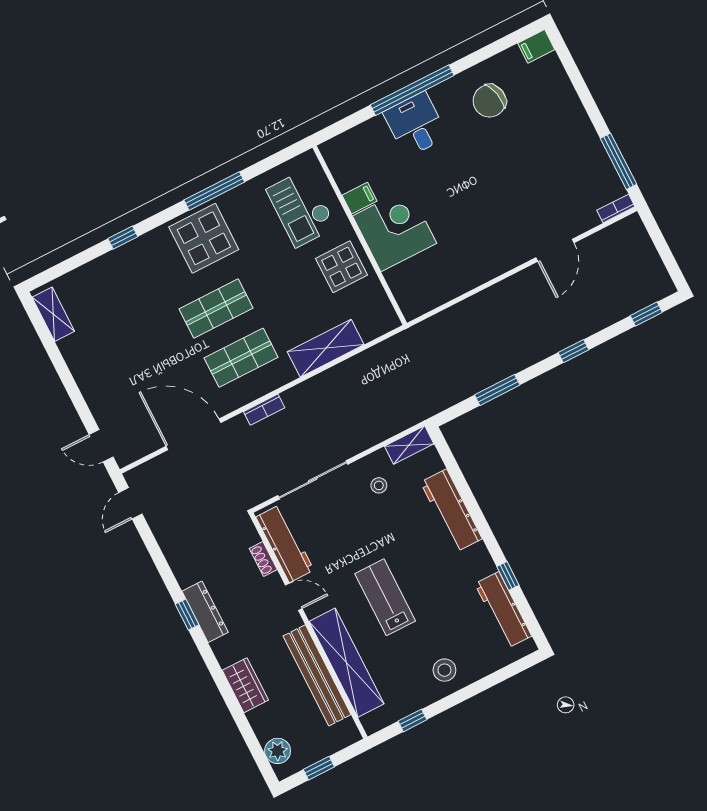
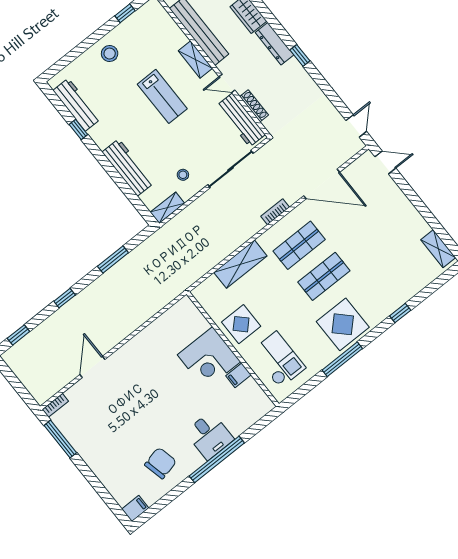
shoe rack: (263, 559) -> (254, 106), width x1.43
dresser: (205, 612) -> (275, 44), moved
shelving: (346, 663) -> (195, 59), width x0.45, depth x0.75

